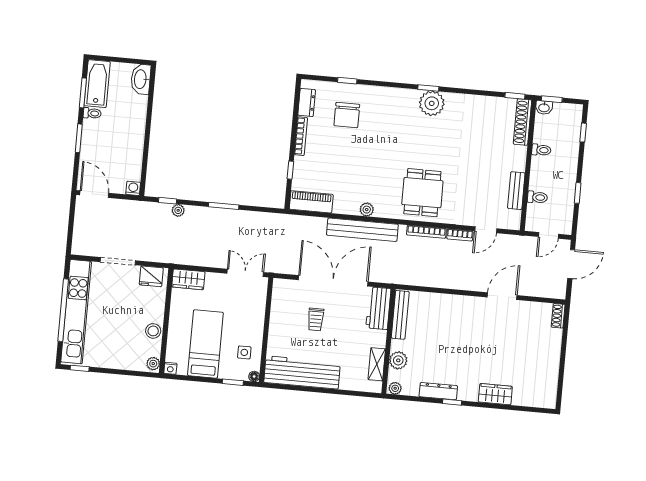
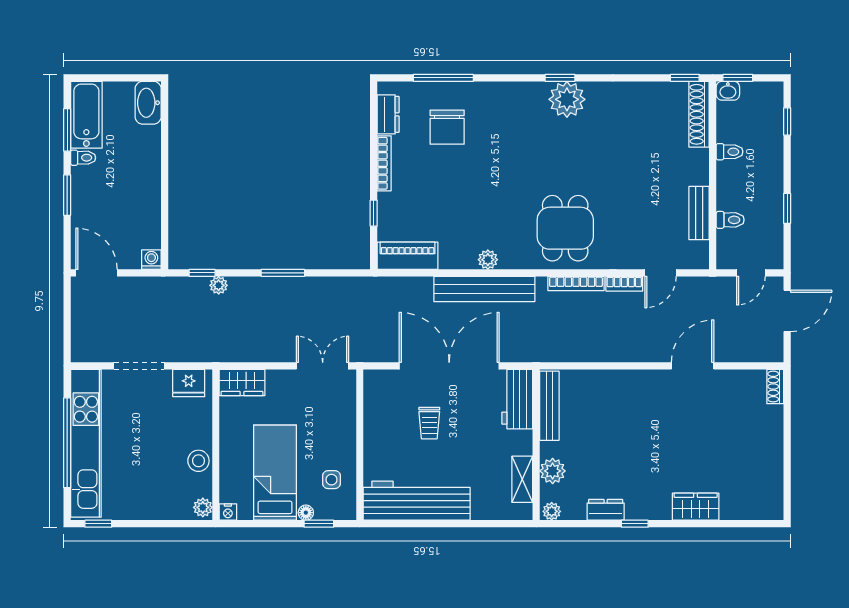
window: (347, 81) -> (443, 78), width x2.17
floor lamp: (254, 376) -> (306, 513), moved
dresser: (438, 391) -> (606, 510), width x0.70

